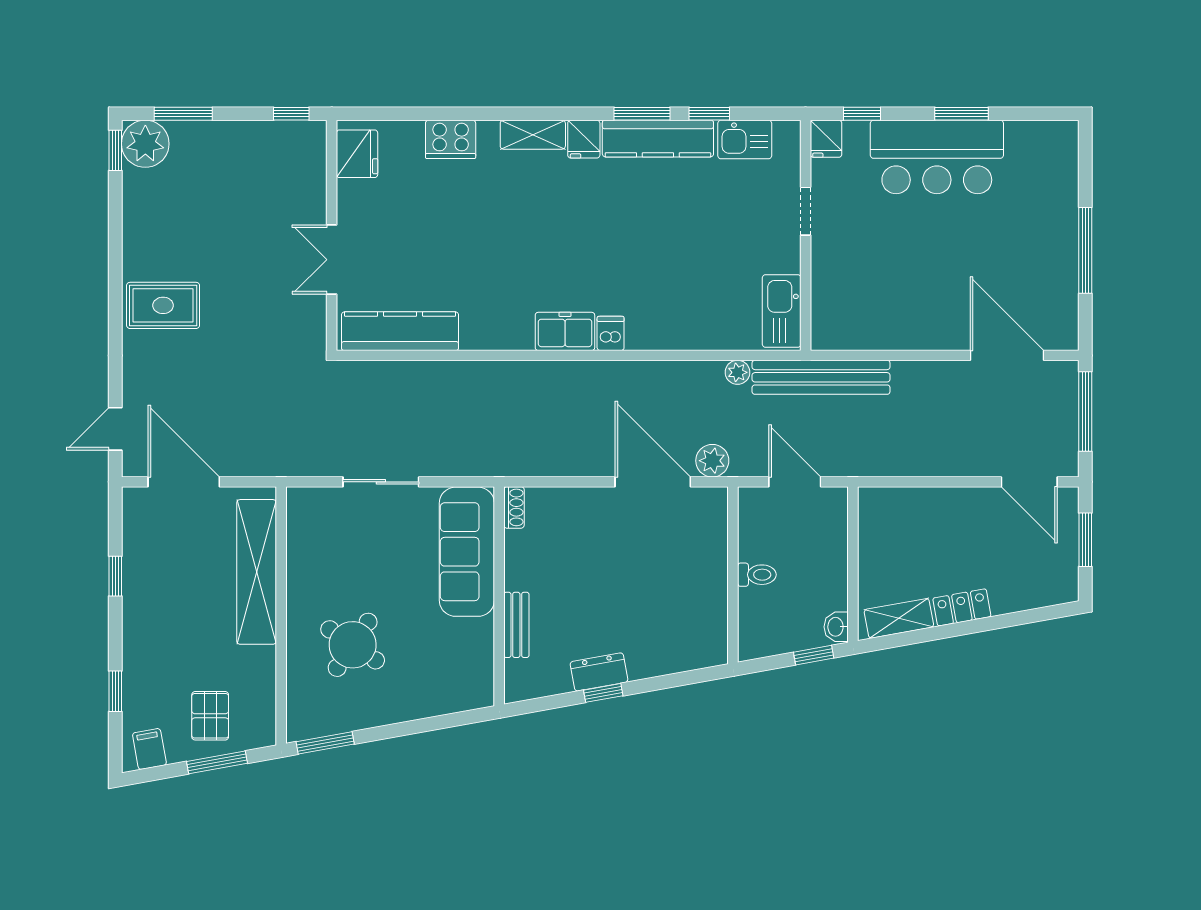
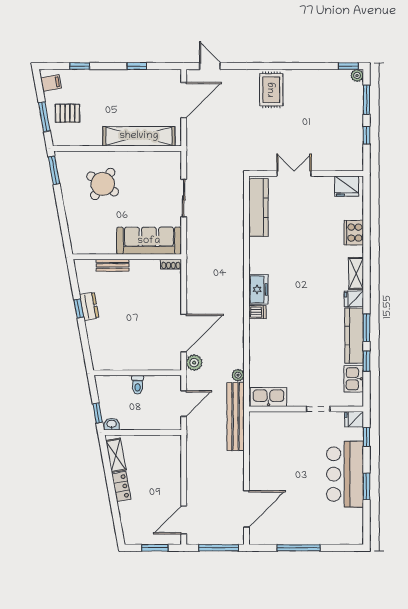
window: (291, 114) -> (366, 135), moved
plant: (145, 144) -> (357, 75), width x0.53, depth x0.53

